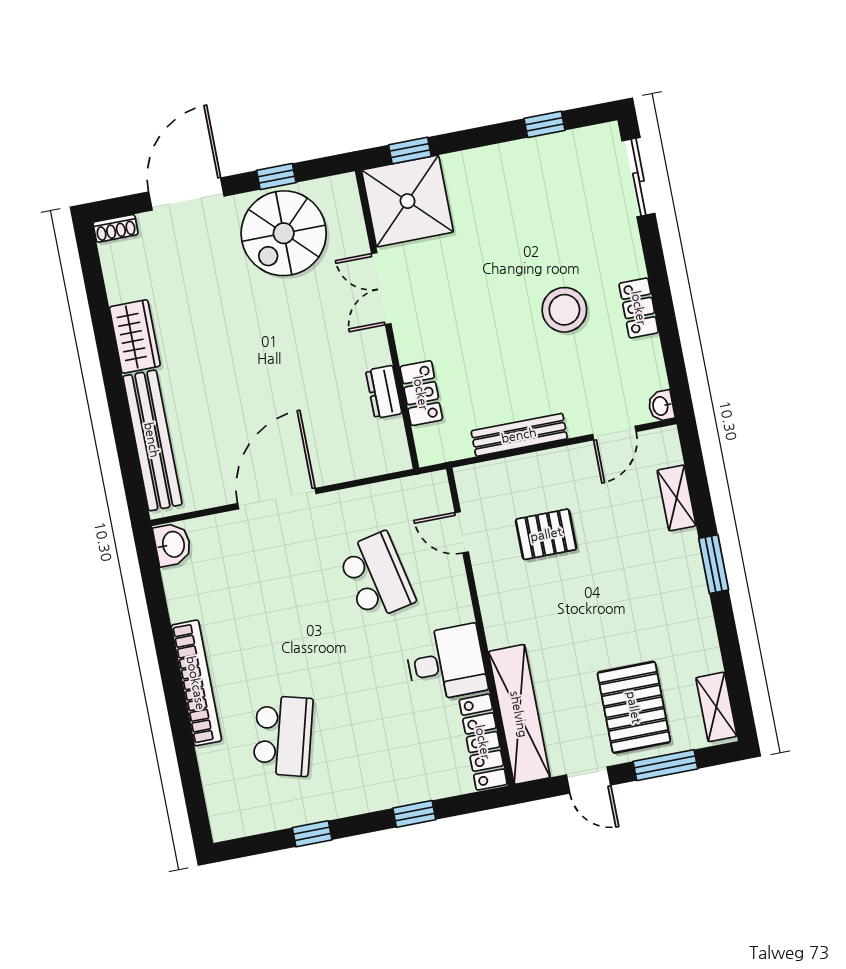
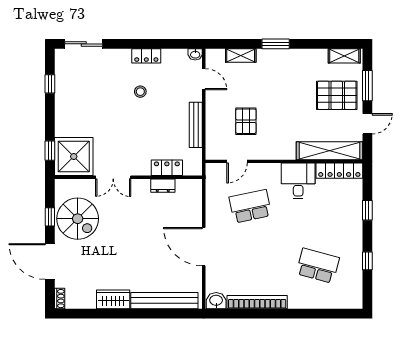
stool: (564, 310) -> (140, 92), width x0.53, depth x0.53
bookcase: (196, 683) -> (257, 302), moved

